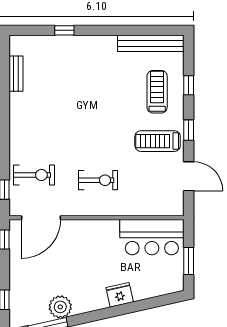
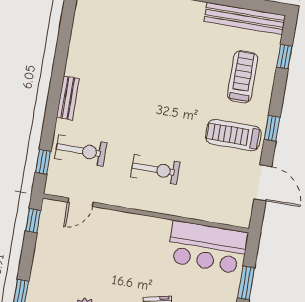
bench: (16, 74) -> (68, 98), moved
window: (189, 85) -> (284, 57), moved
door: (41, 218) -> (80, 202), width x0.53

